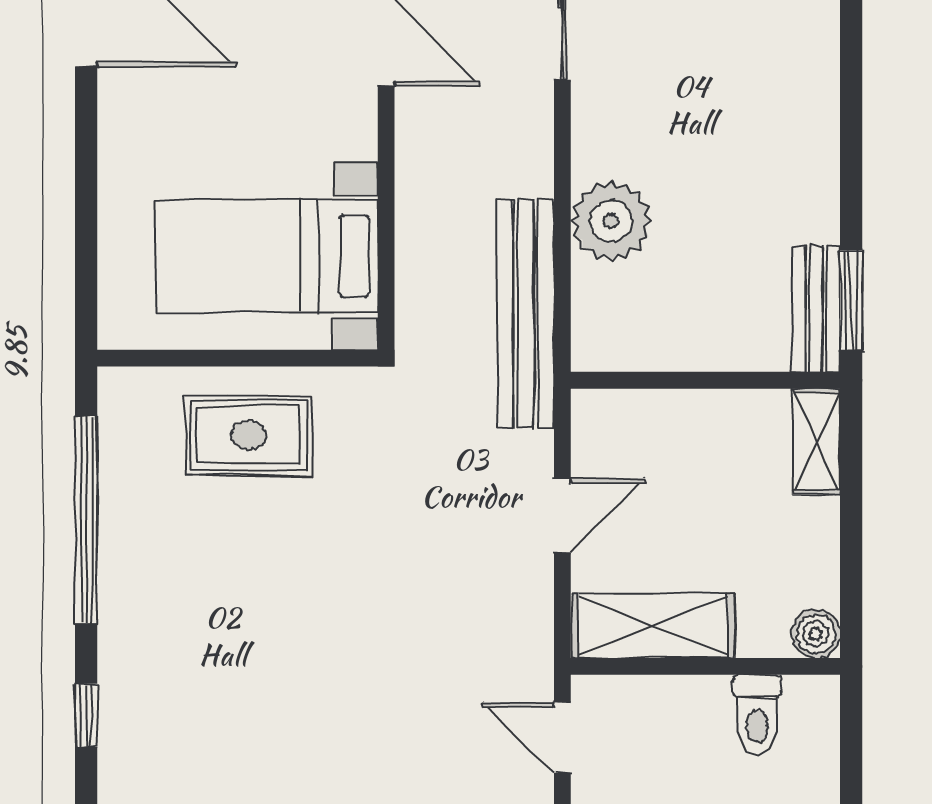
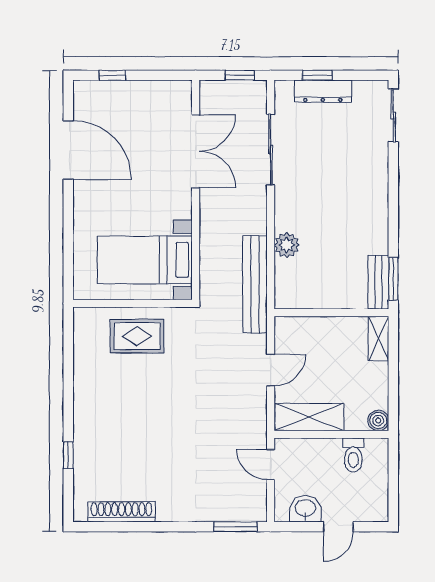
plant: (611, 221) -> (287, 245), width x0.73, depth x0.73
window: (86, 520) -> (68, 372), removed

